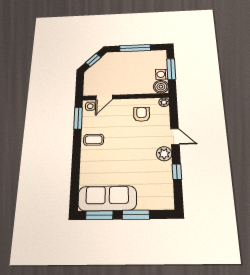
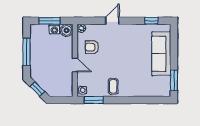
door: (104, 97) -> (75, 65), moved
plant: (164, 154) -> (127, 30), removed
window: (177, 172) -> (151, 21), moved
sofa: (107, 198) -> (161, 54), moved
window: (136, 215) -> (174, 53), removed

